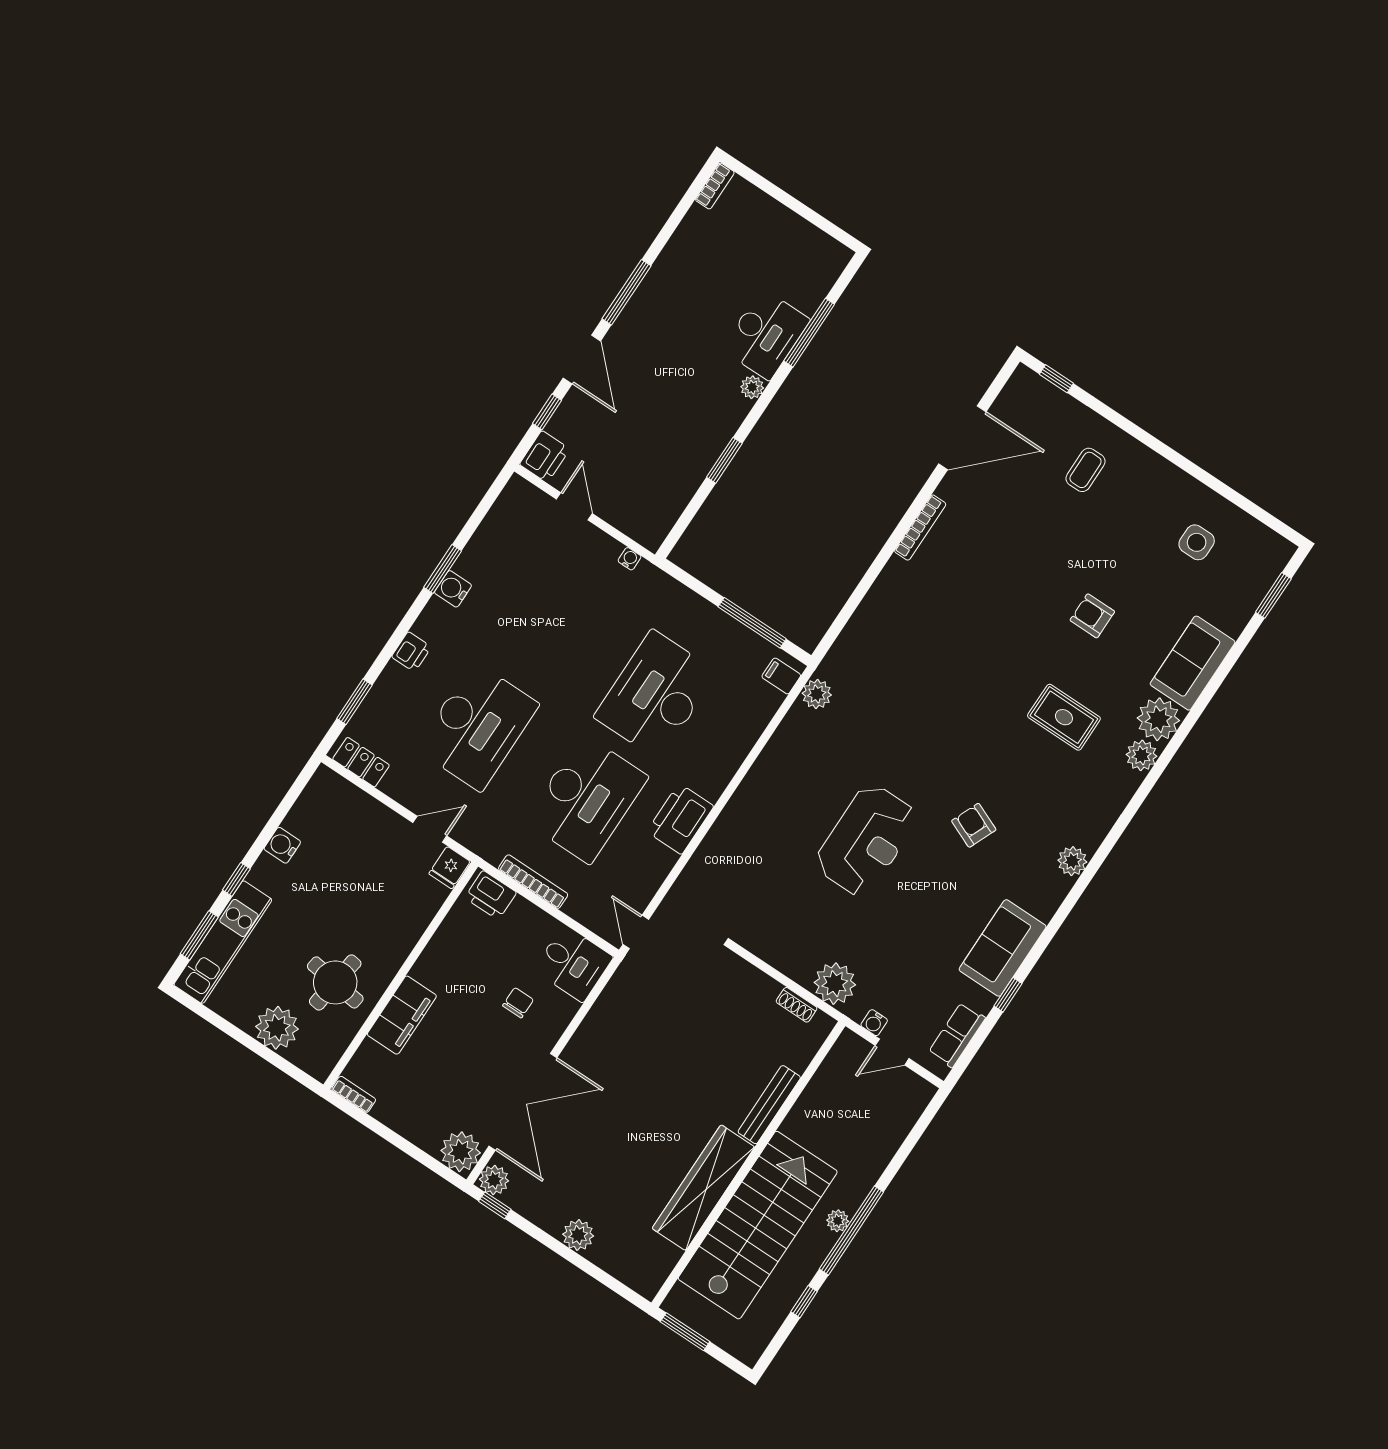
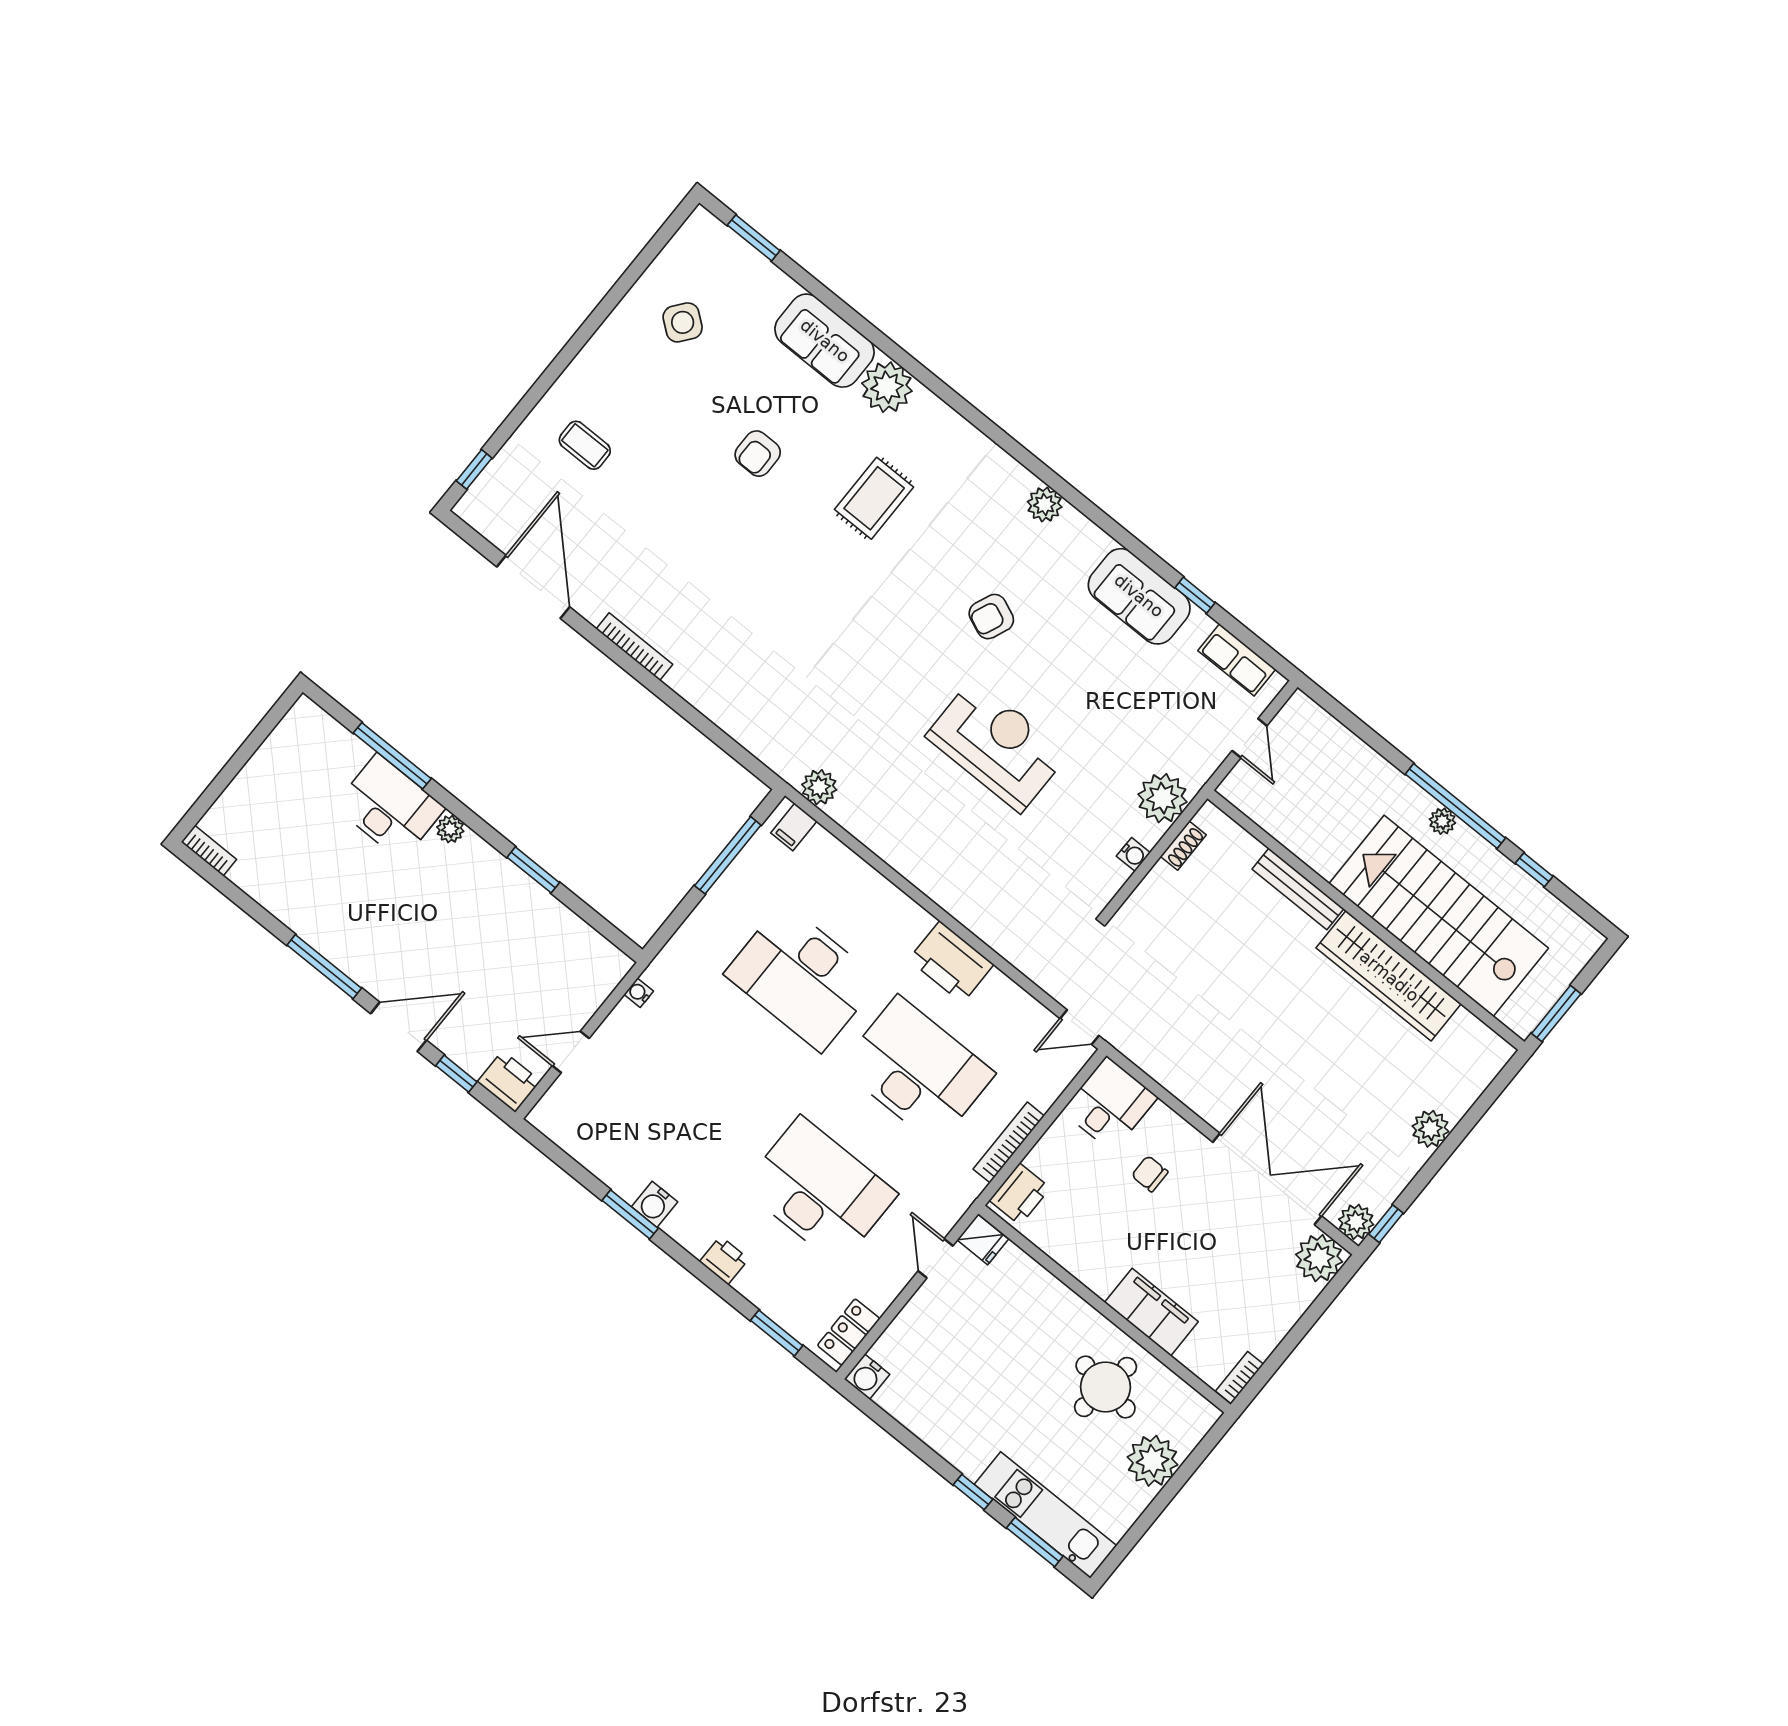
side table: (1197, 542) -> (683, 322), turned 38
plant: (1142, 755) -> (928, 411), removed
water cooler: (282, 845) -> (867, 1377), moved
water cooler: (874, 1023) -> (1133, 854), moved

